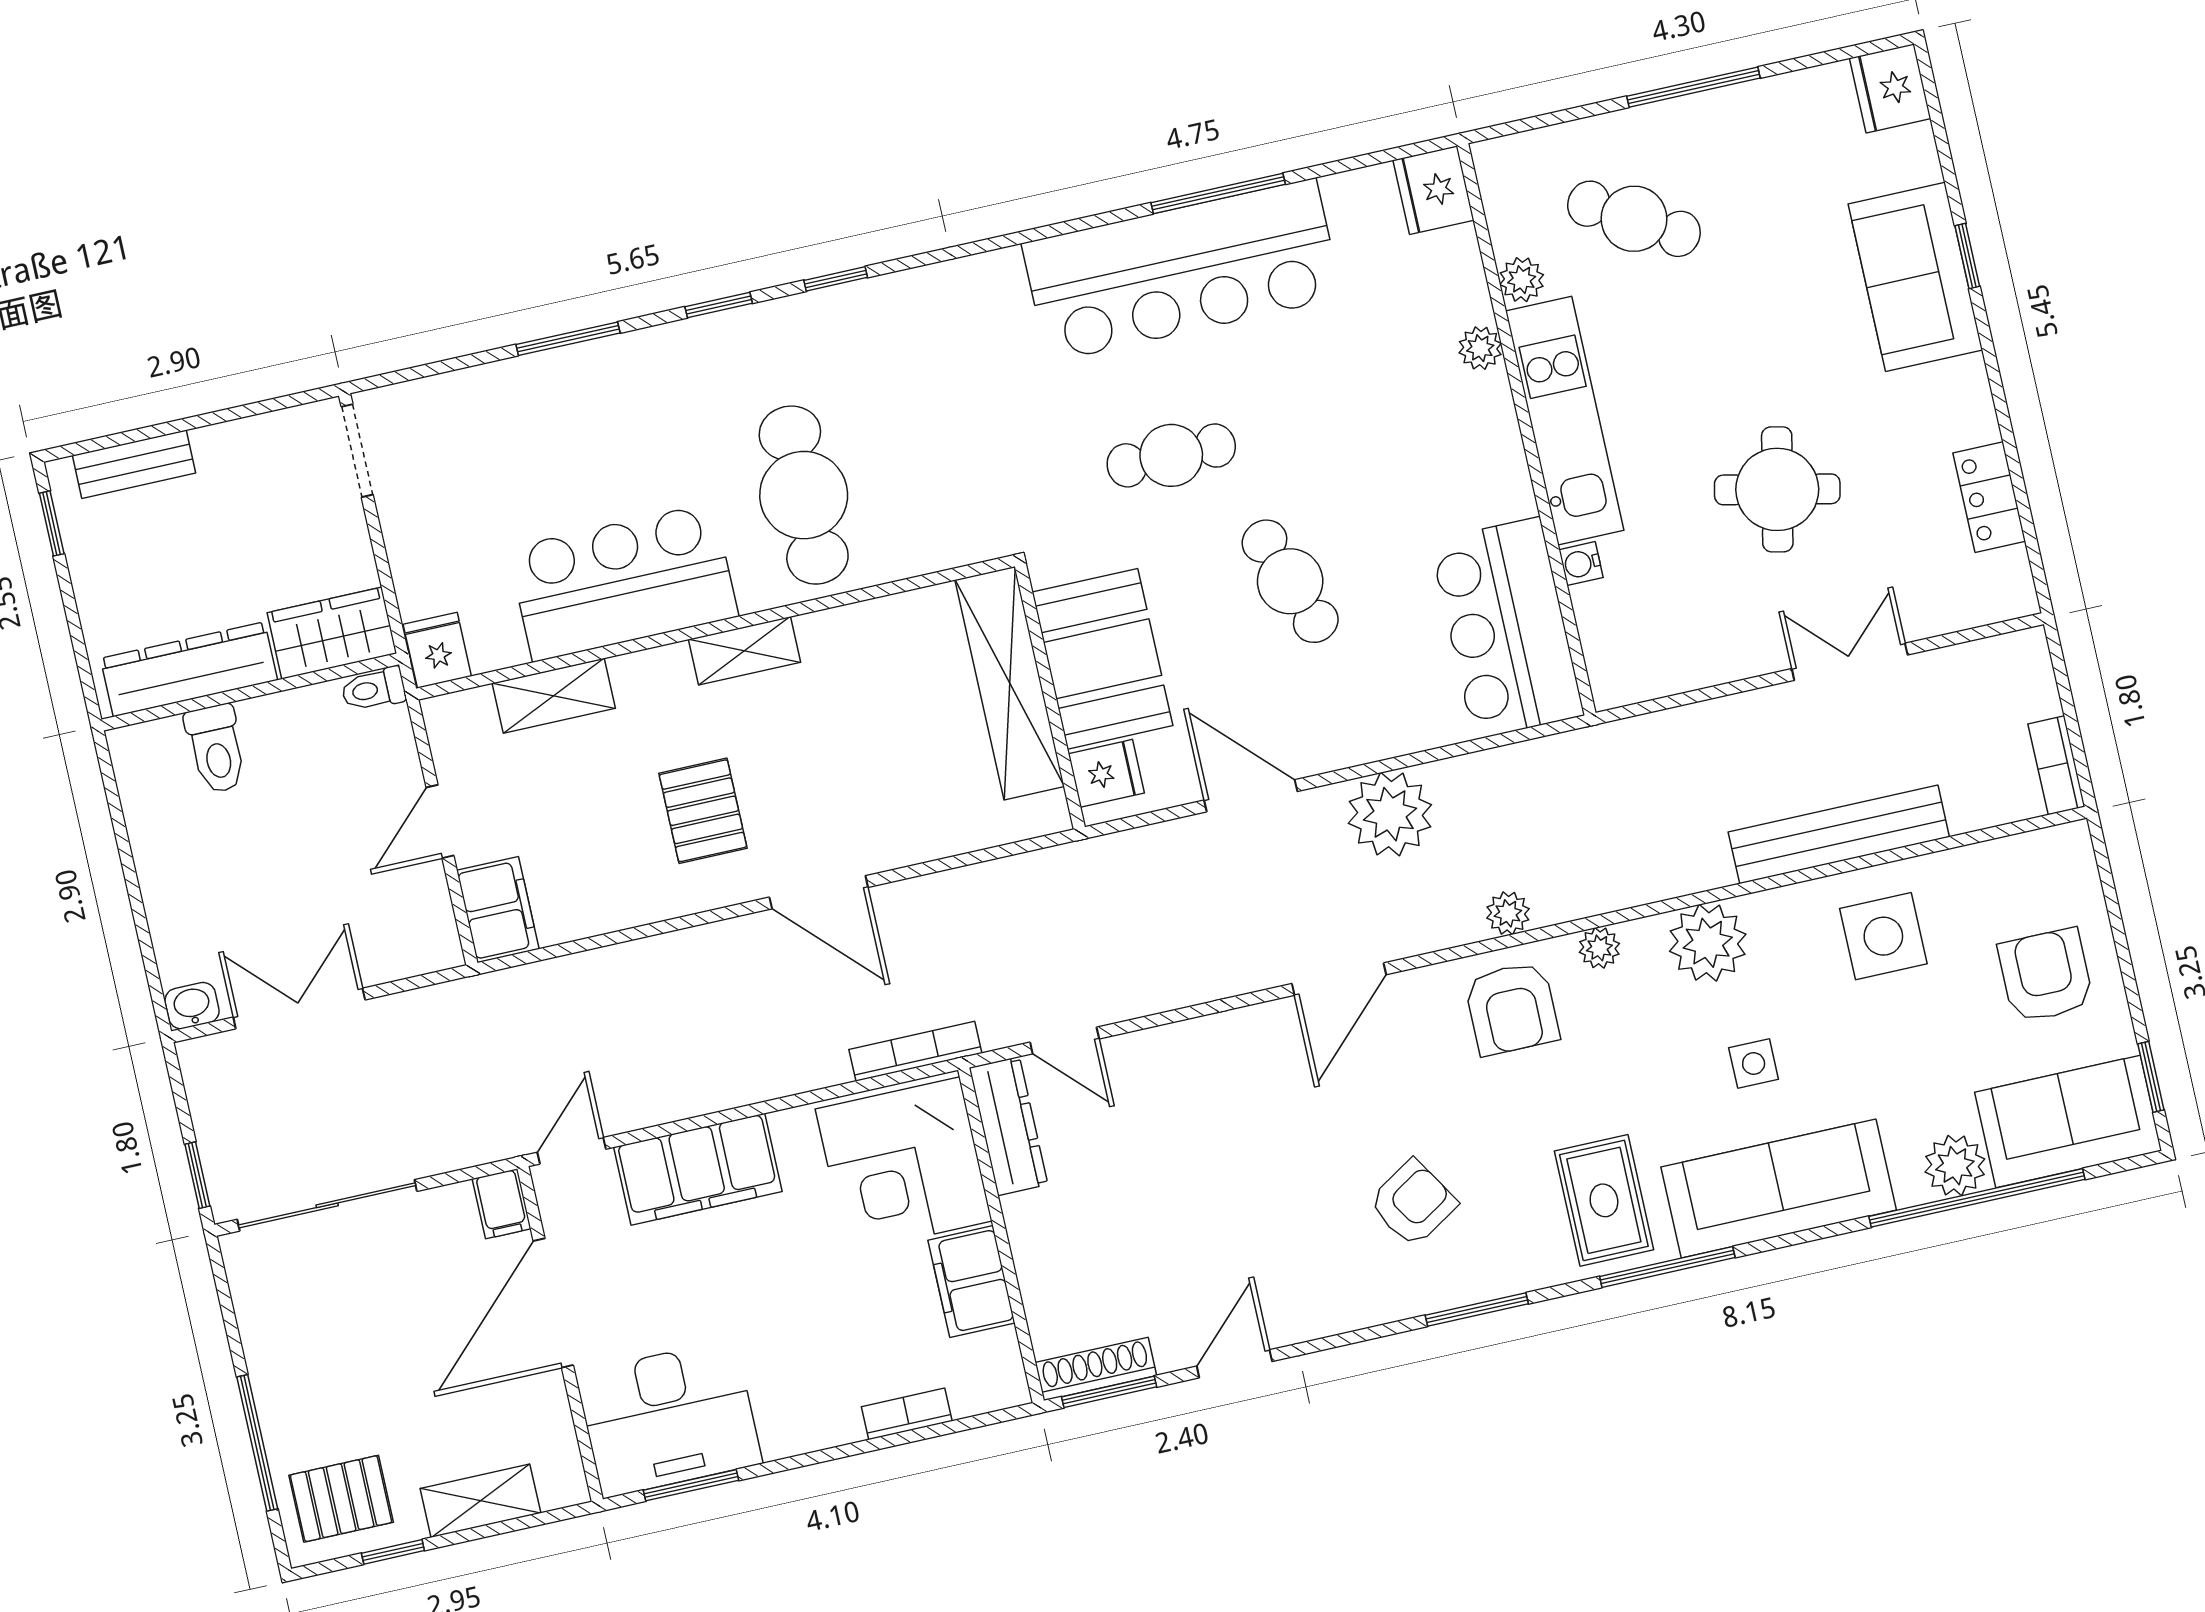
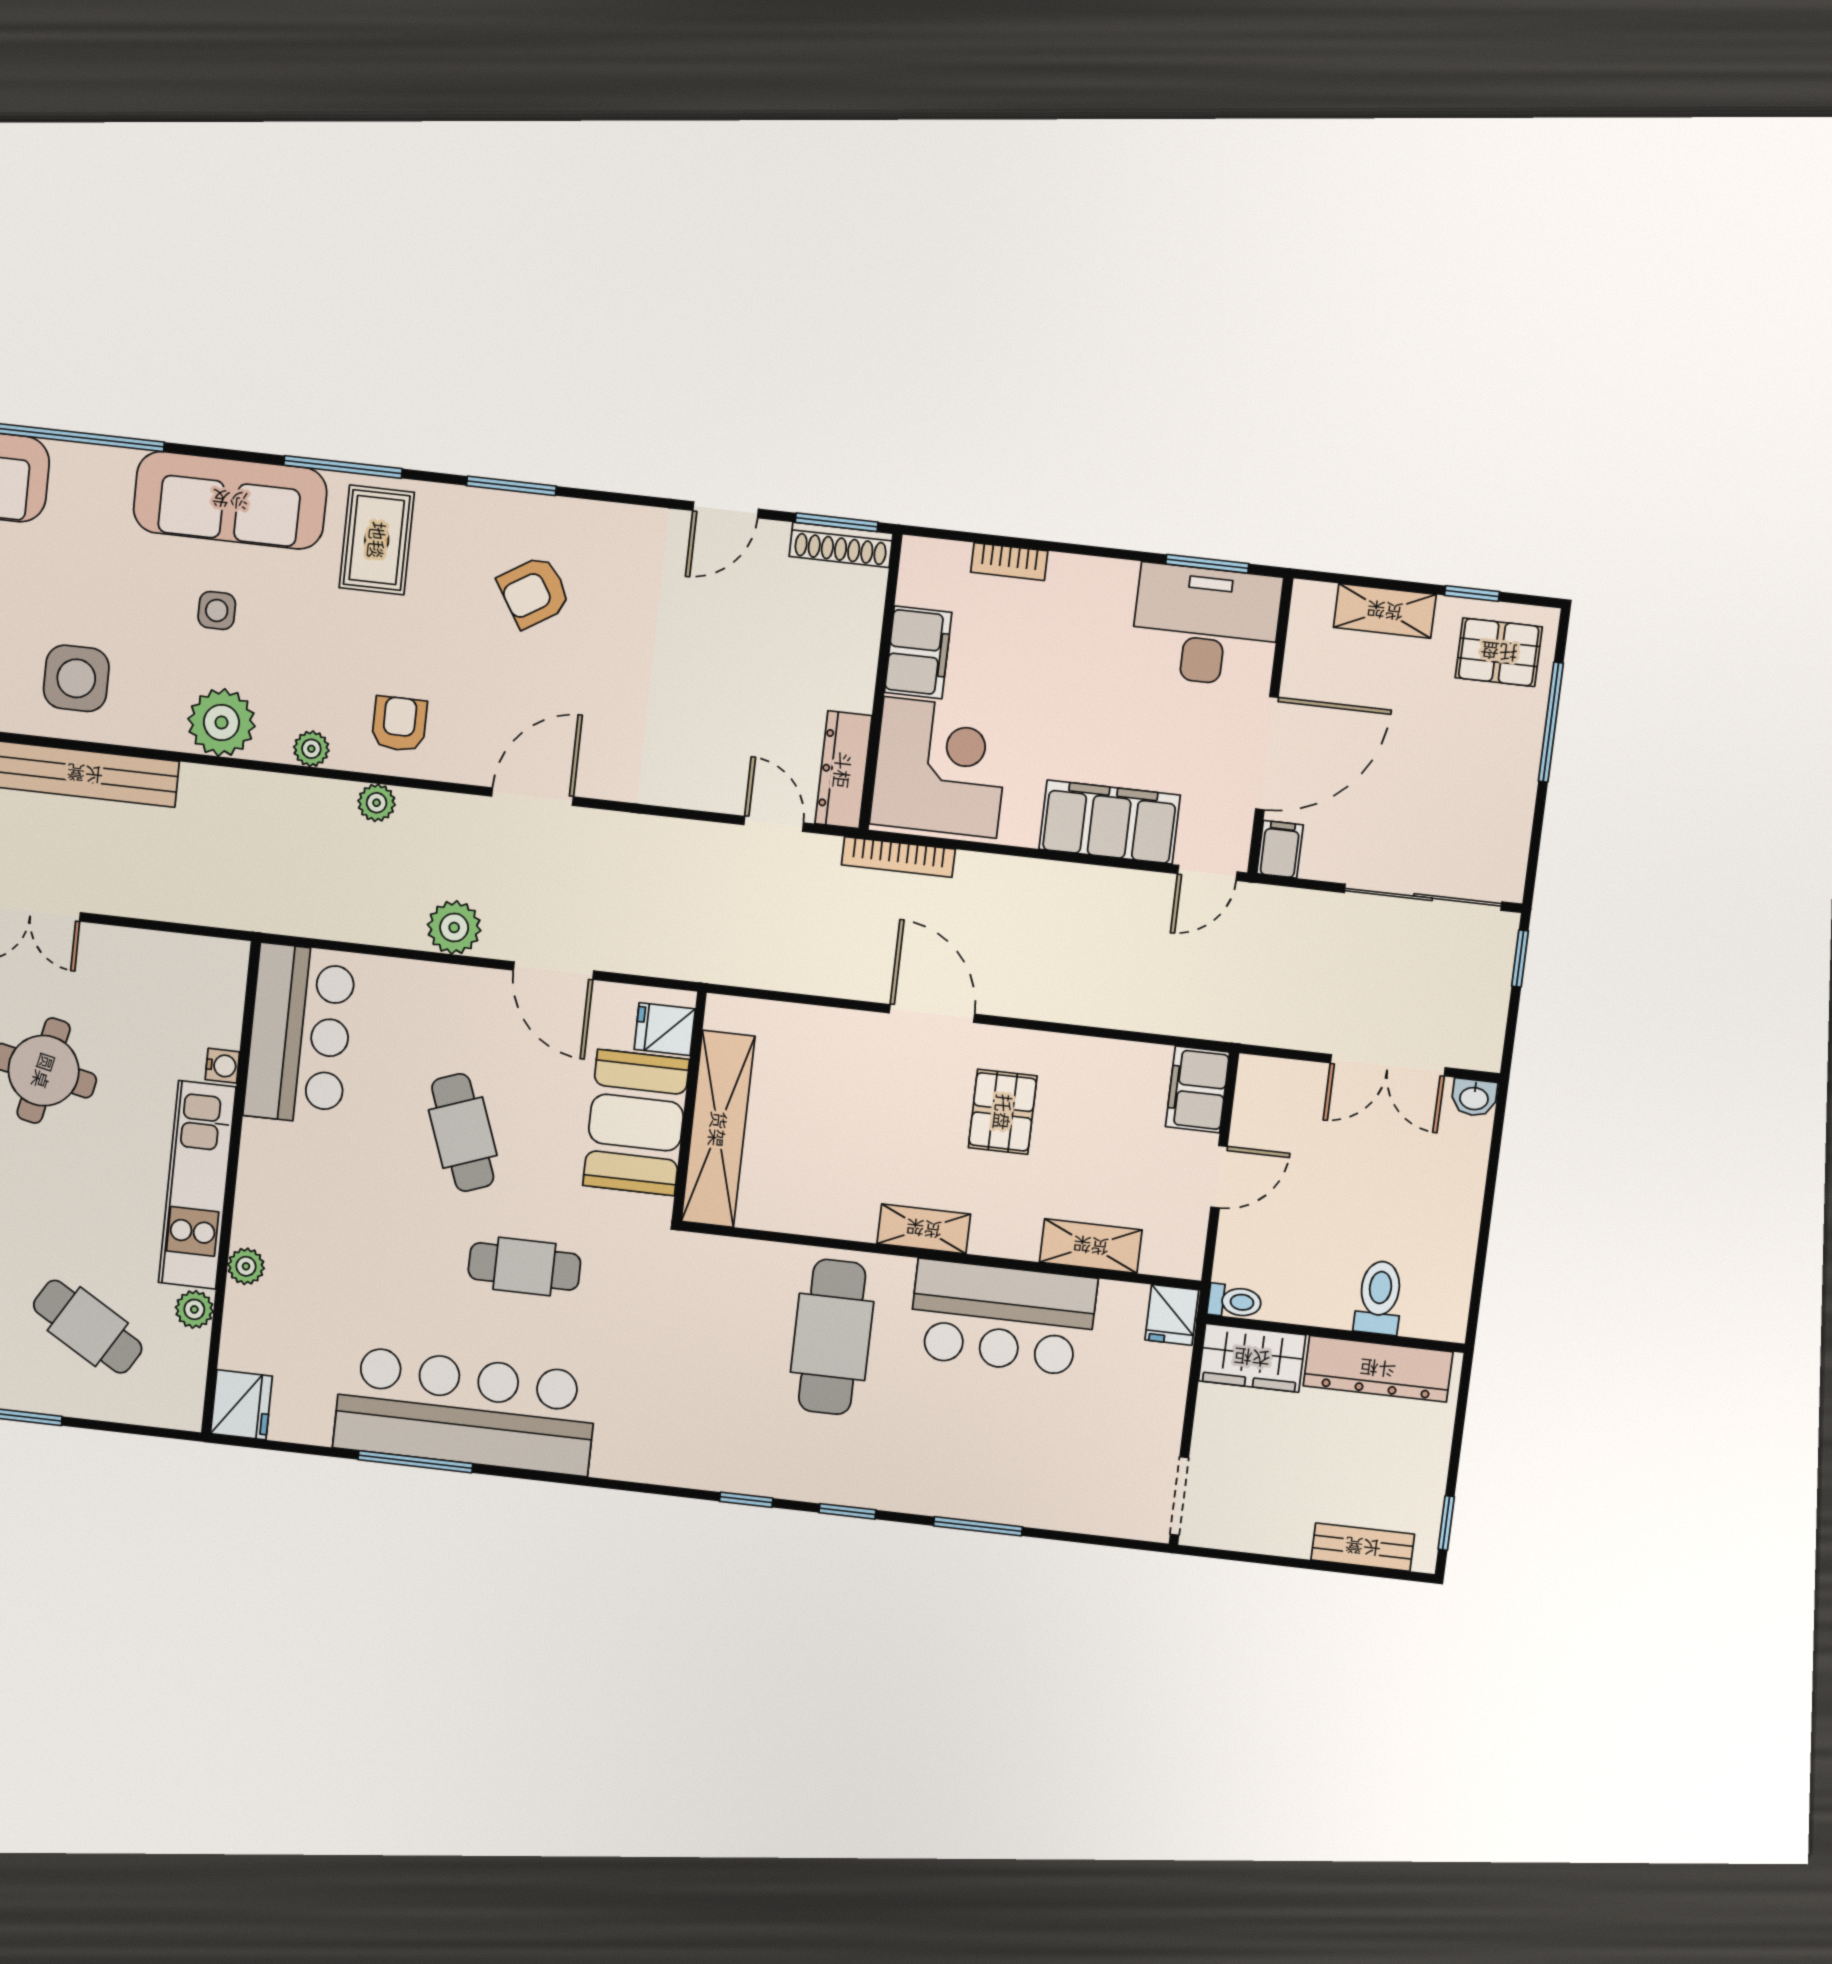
plant: (1390, 814) -> (454, 927), width x0.73, depth x0.73
armchair: (1512, 1009) -> (399, 724), width x0.72, depth x0.72
plant: (1955, 1166) -> (79, 469), removed

